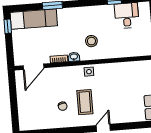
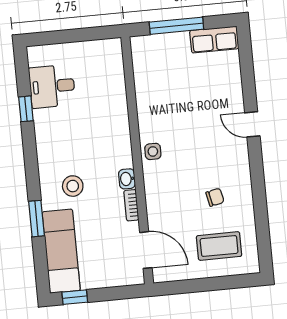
stool: (91, 41) -> (73, 186), moved
coffee table: (85, 102) -> (219, 246), moved

